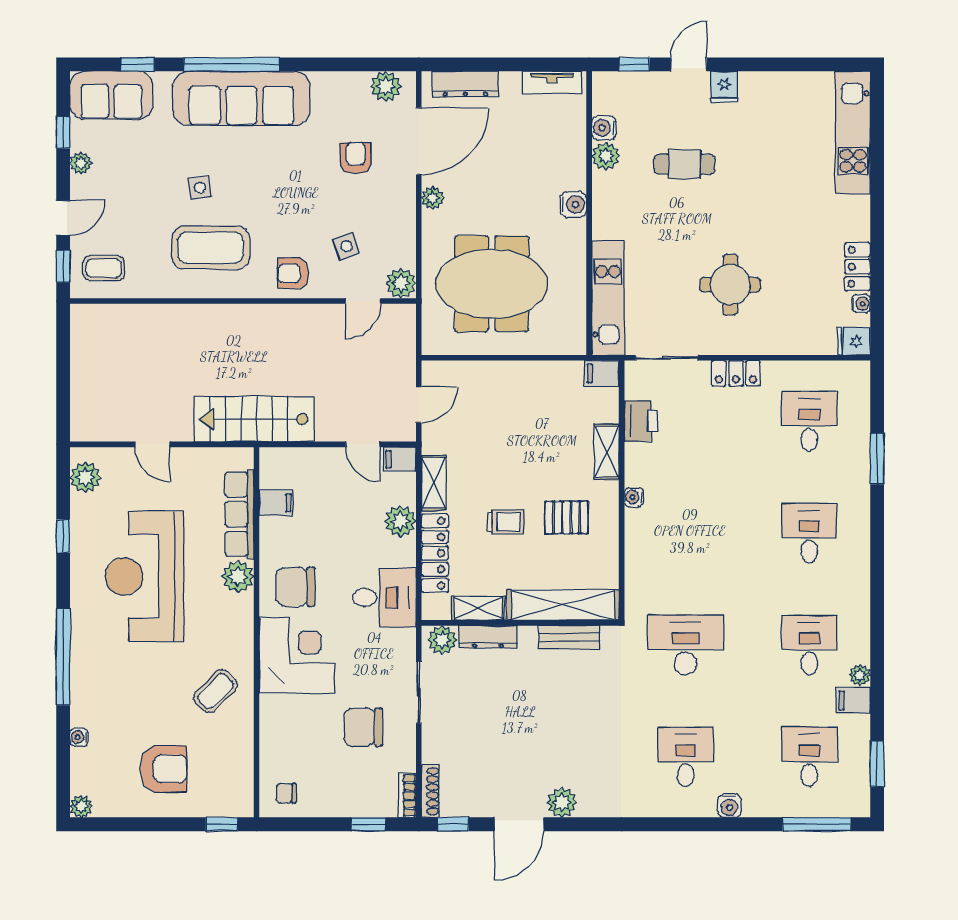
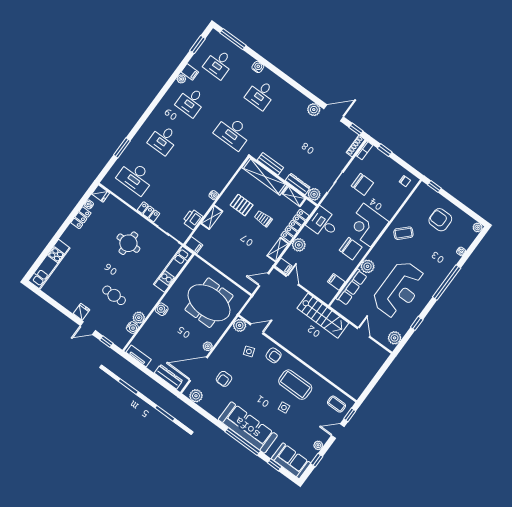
desk: (809, 421) -> (136, 177), width x1.37

